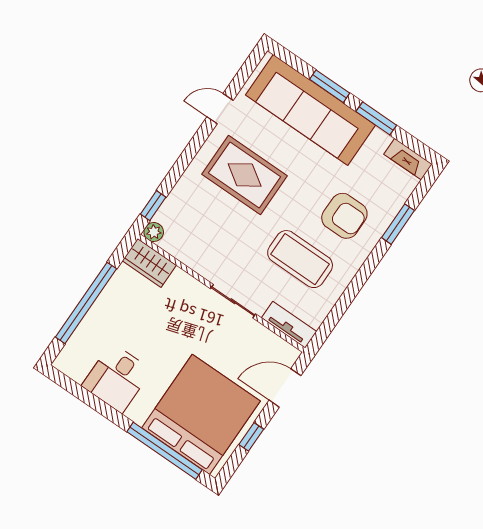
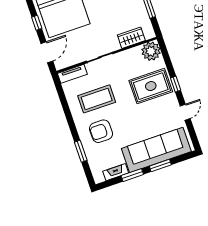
fireplace: (408, 159) -> (116, 172), moved
rug: (245, 175) -> (151, 86), moved
window: (153, 206) -> (176, 84), moved
plant: (154, 232) -> (151, 51), width x1.87, depth x1.87
wardrobe: (149, 263) -> (131, 38), moved

